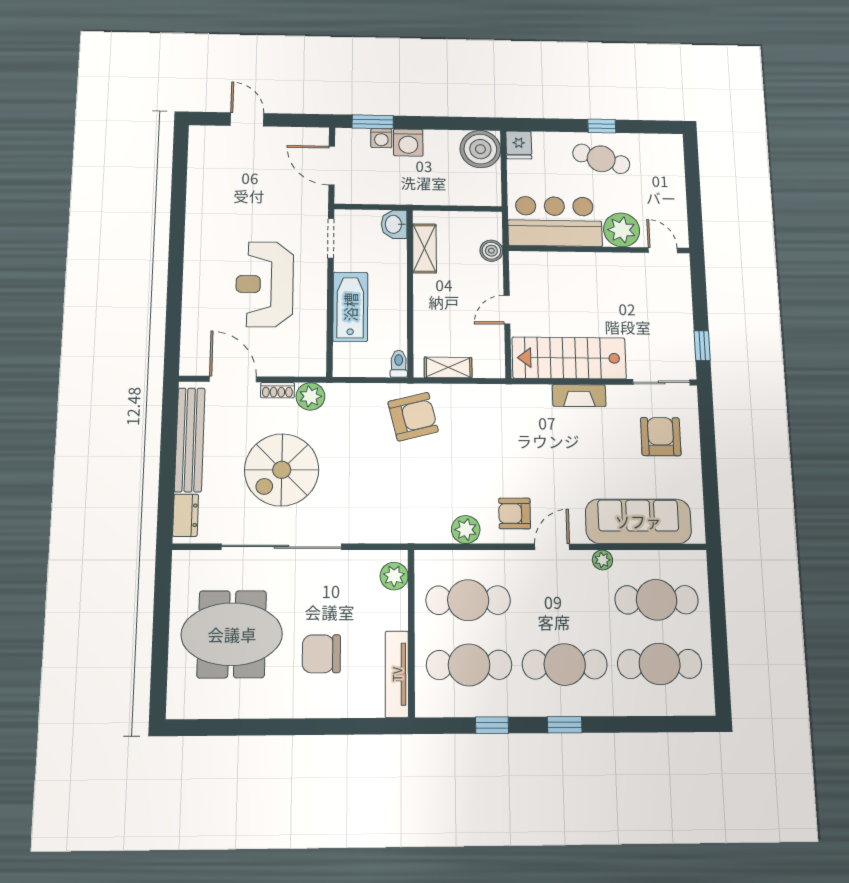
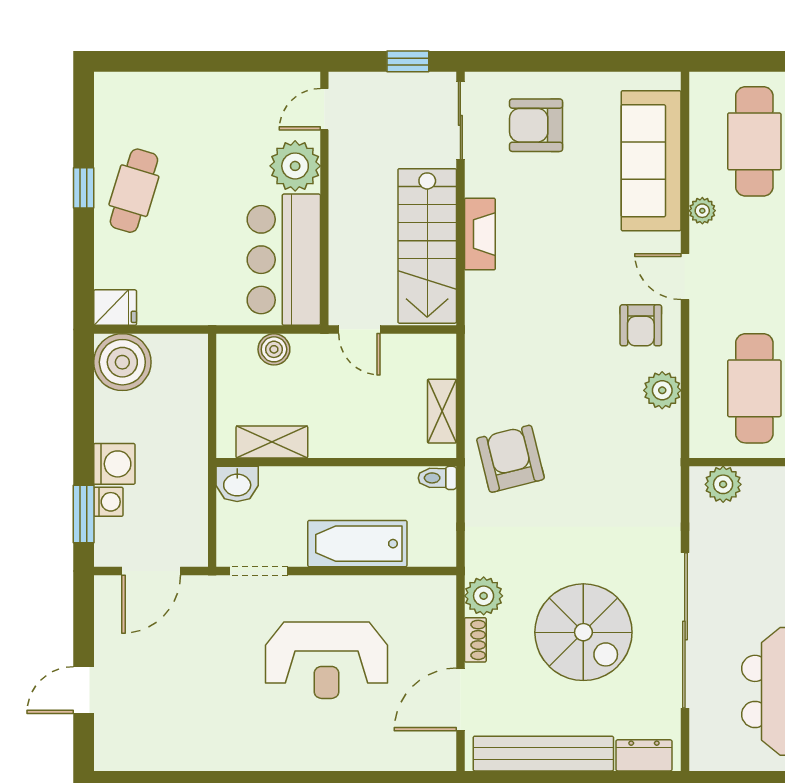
bar counter: (555, 221) -> (284, 260), moved
plant: (622, 230) -> (295, 166), moved
wall: (599, 249) -> (324, 199), moved
door: (663, 250) -> (324, 109), moved

